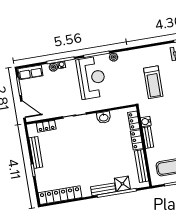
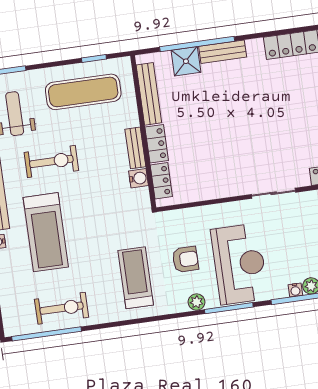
reception desk: (91, 78) -> (239, 264), turned 180
armchair: (120, 79) -> (185, 259), added
treadmill: (153, 82) -> (136, 278), moved
washbasin: (104, 117) -> (218, 188), removed

